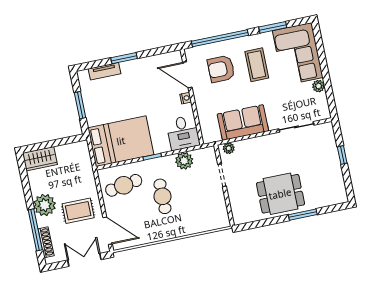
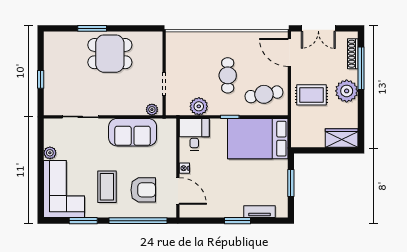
rug: (78, 211) -> (311, 95), moved

